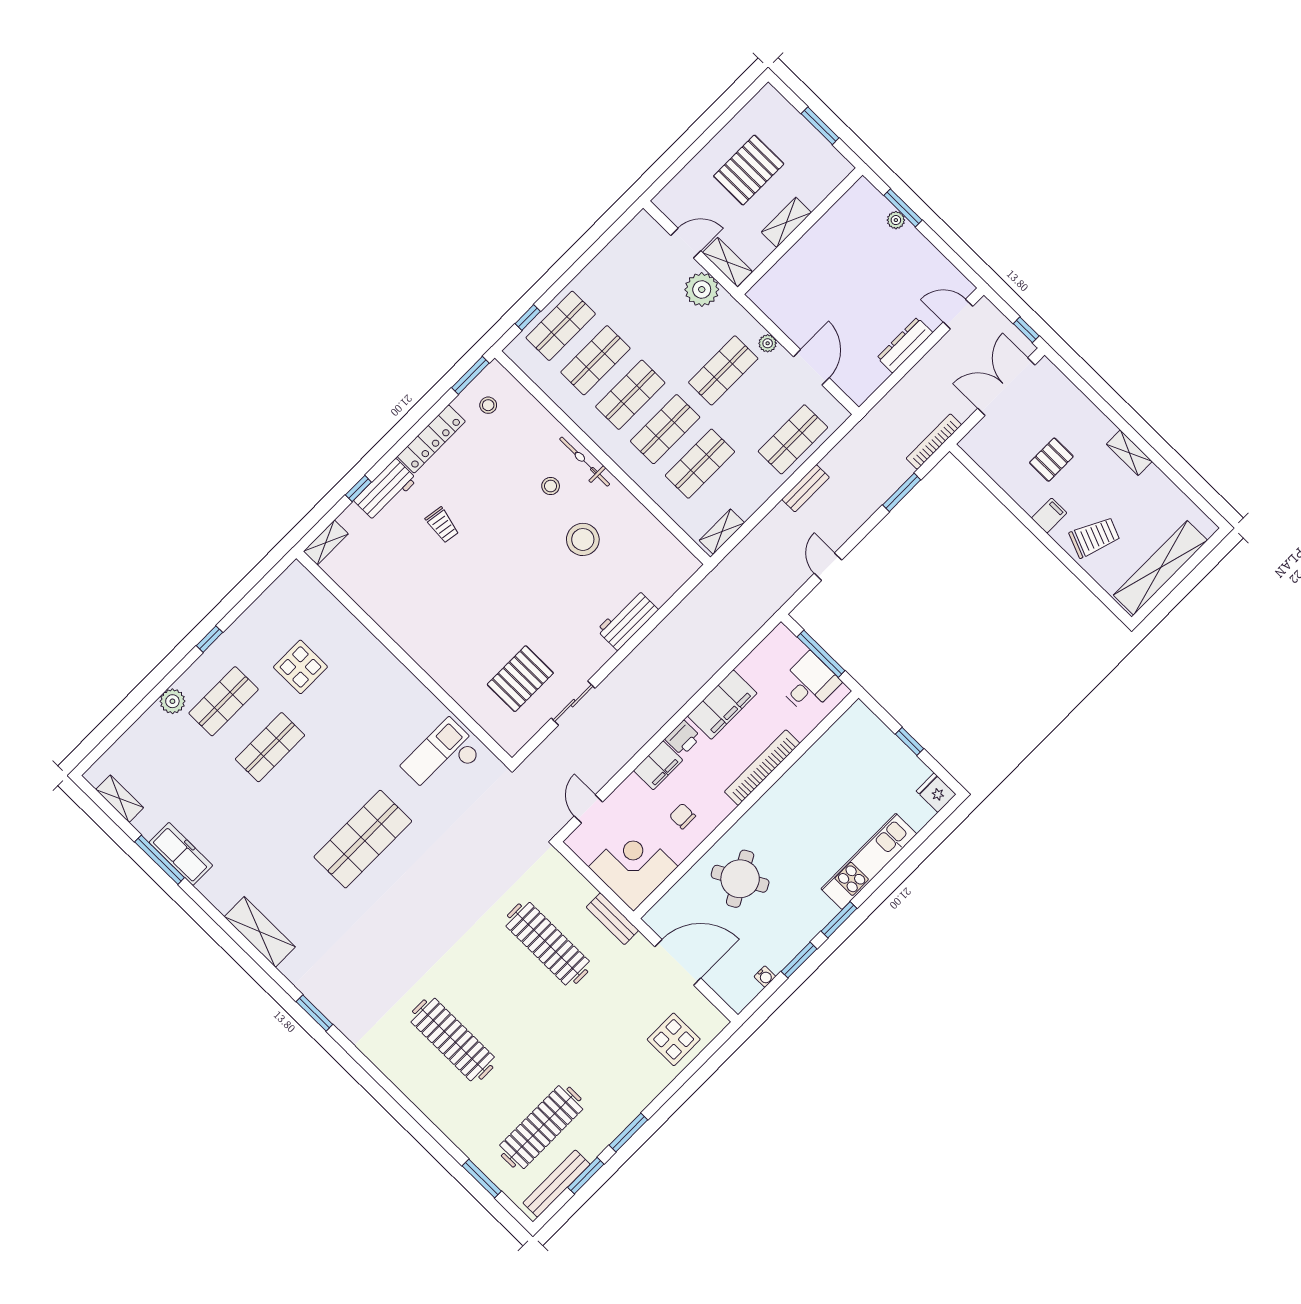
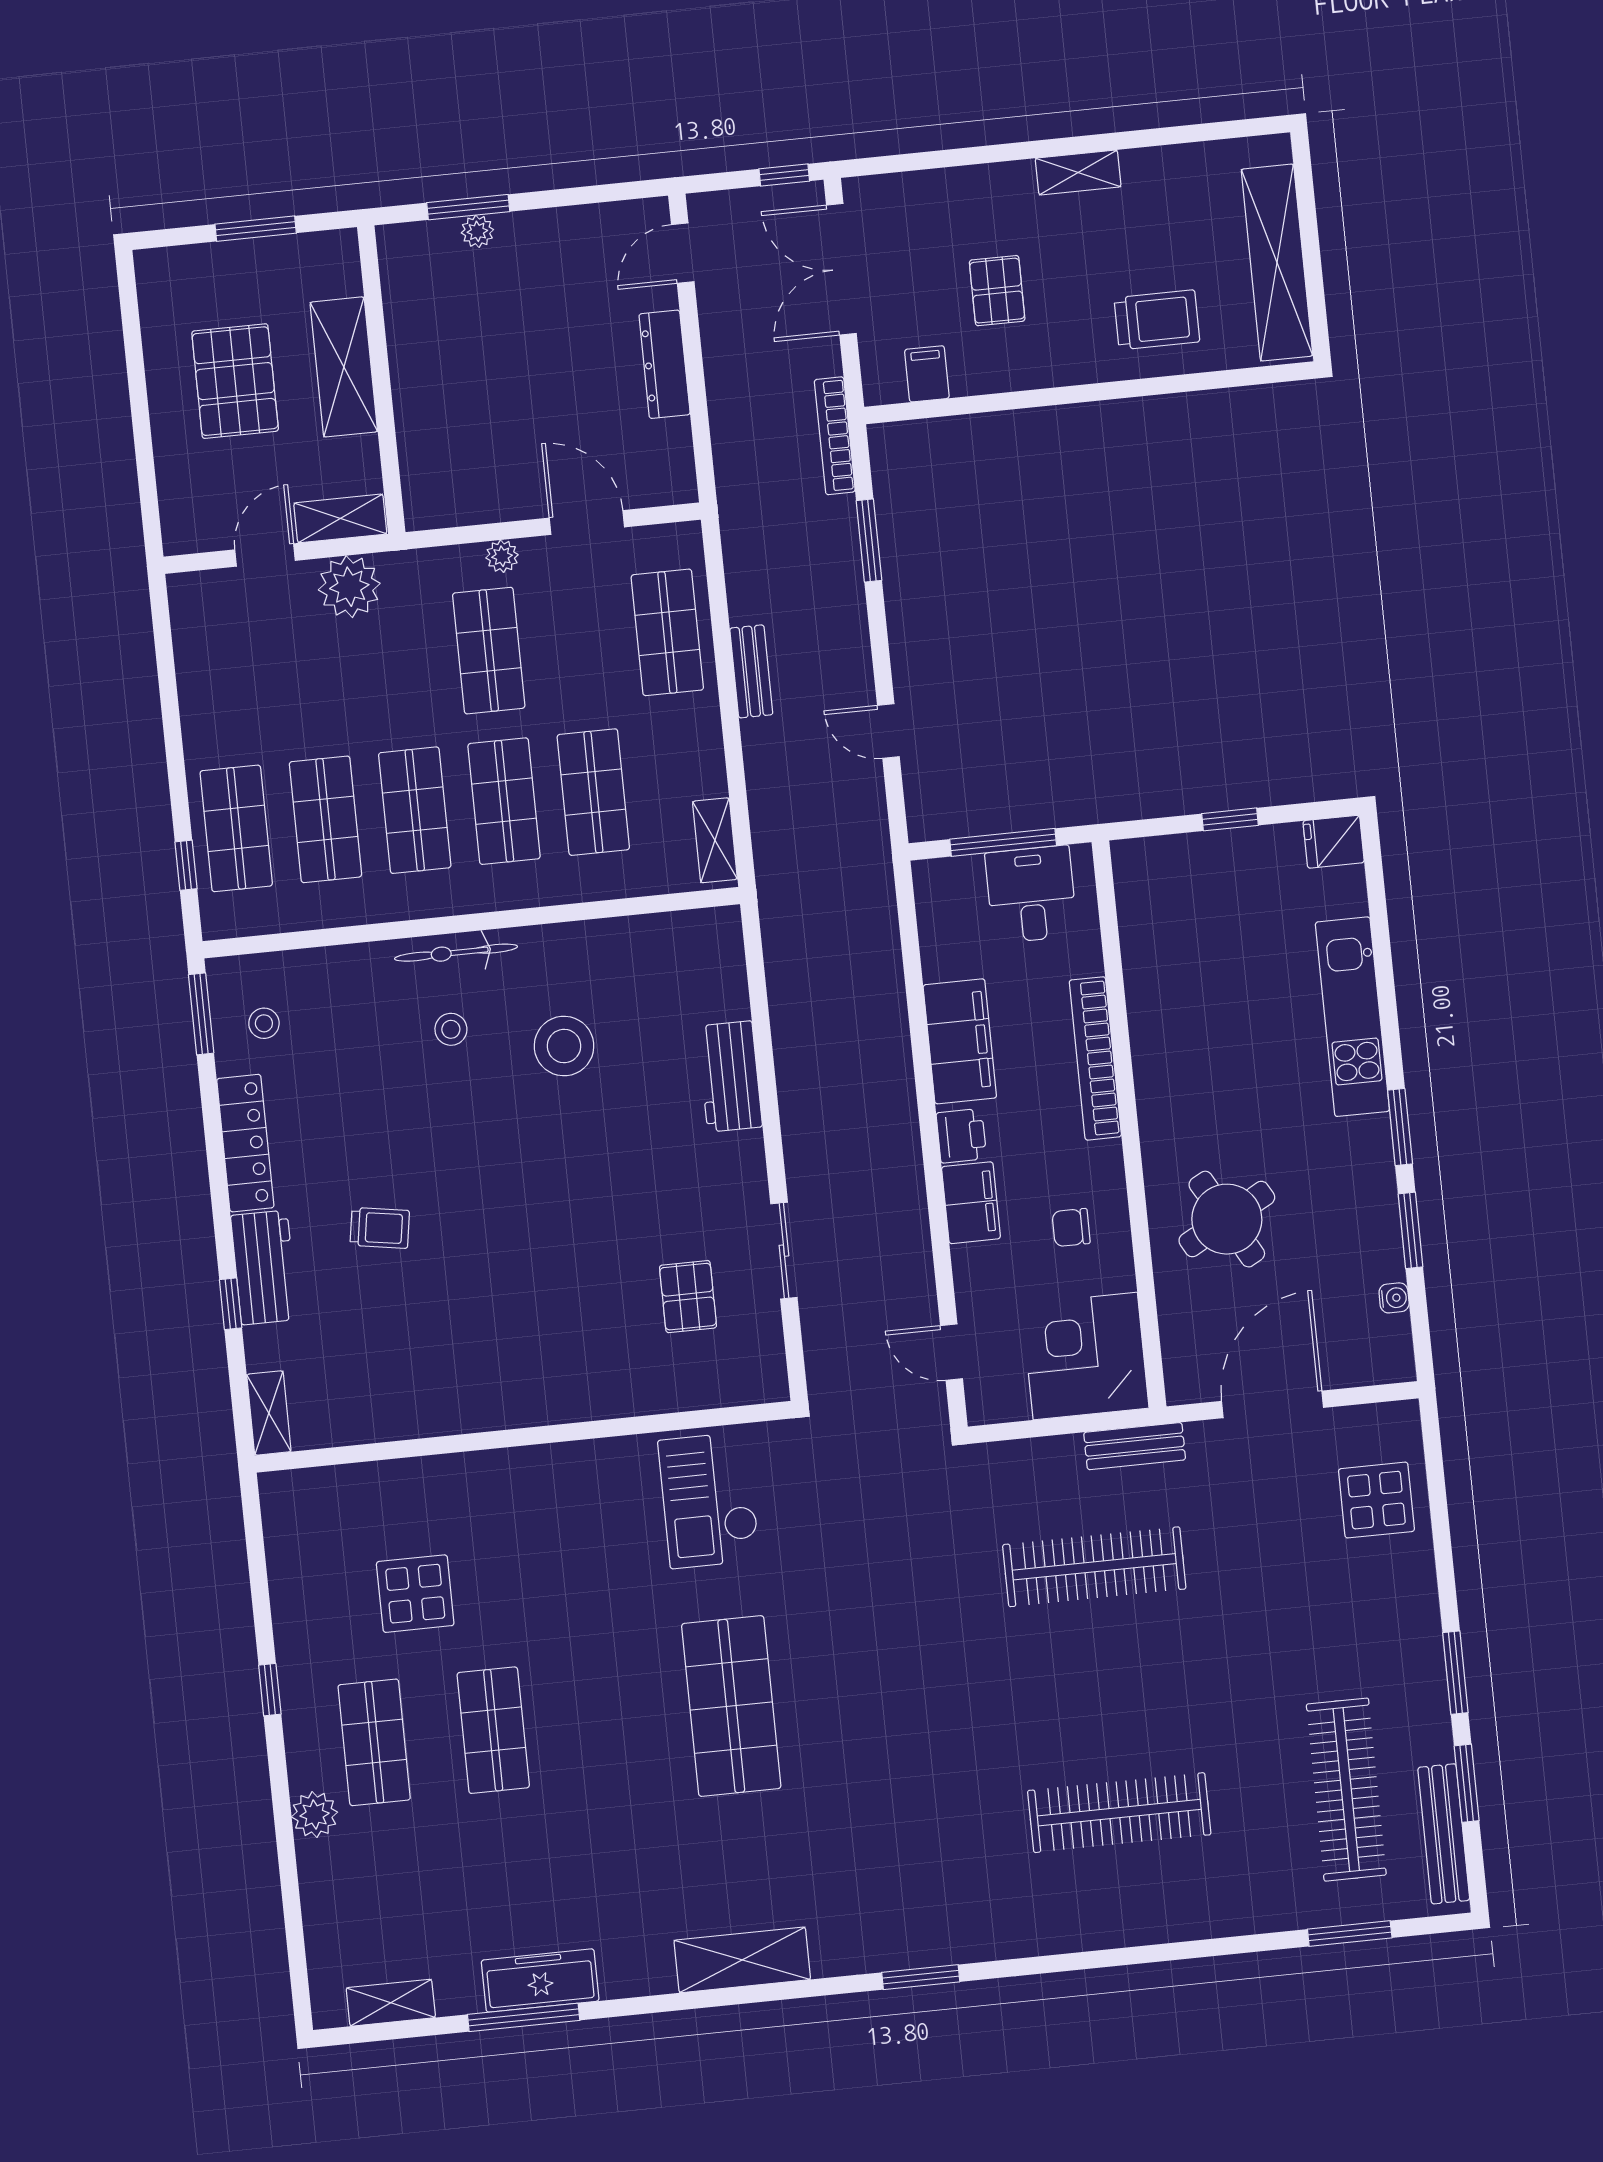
shelving: (786, 222) -> (344, 367), width x1.50, depth x1.33
filing cabinet: (1049, 516) -> (927, 374), moved
trolley: (1095, 537) -> (1157, 320), turned 68
pallet: (520, 679) -> (688, 1297), width x0.67, depth x0.71

